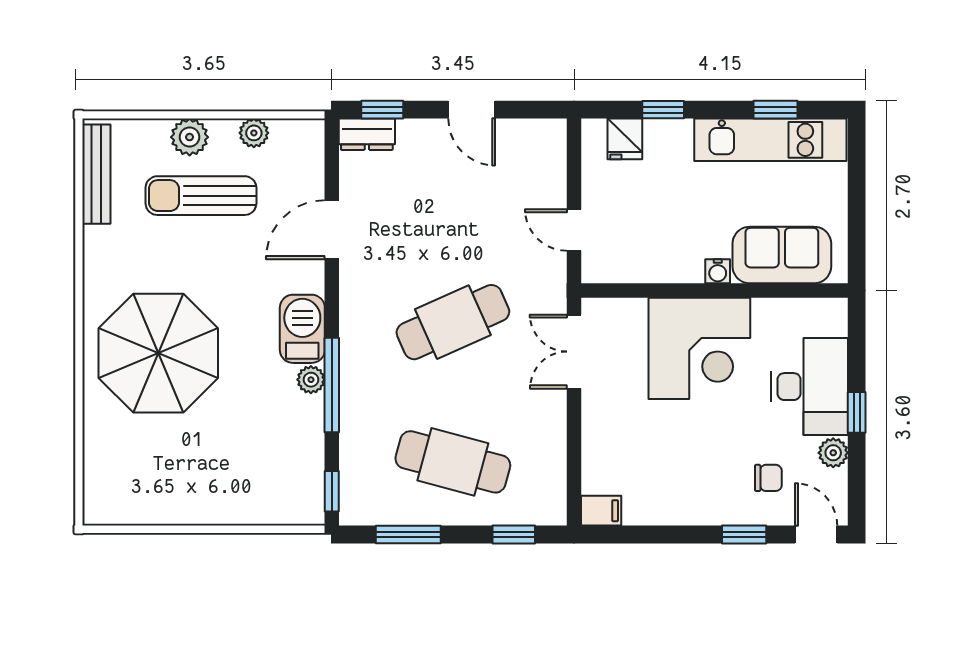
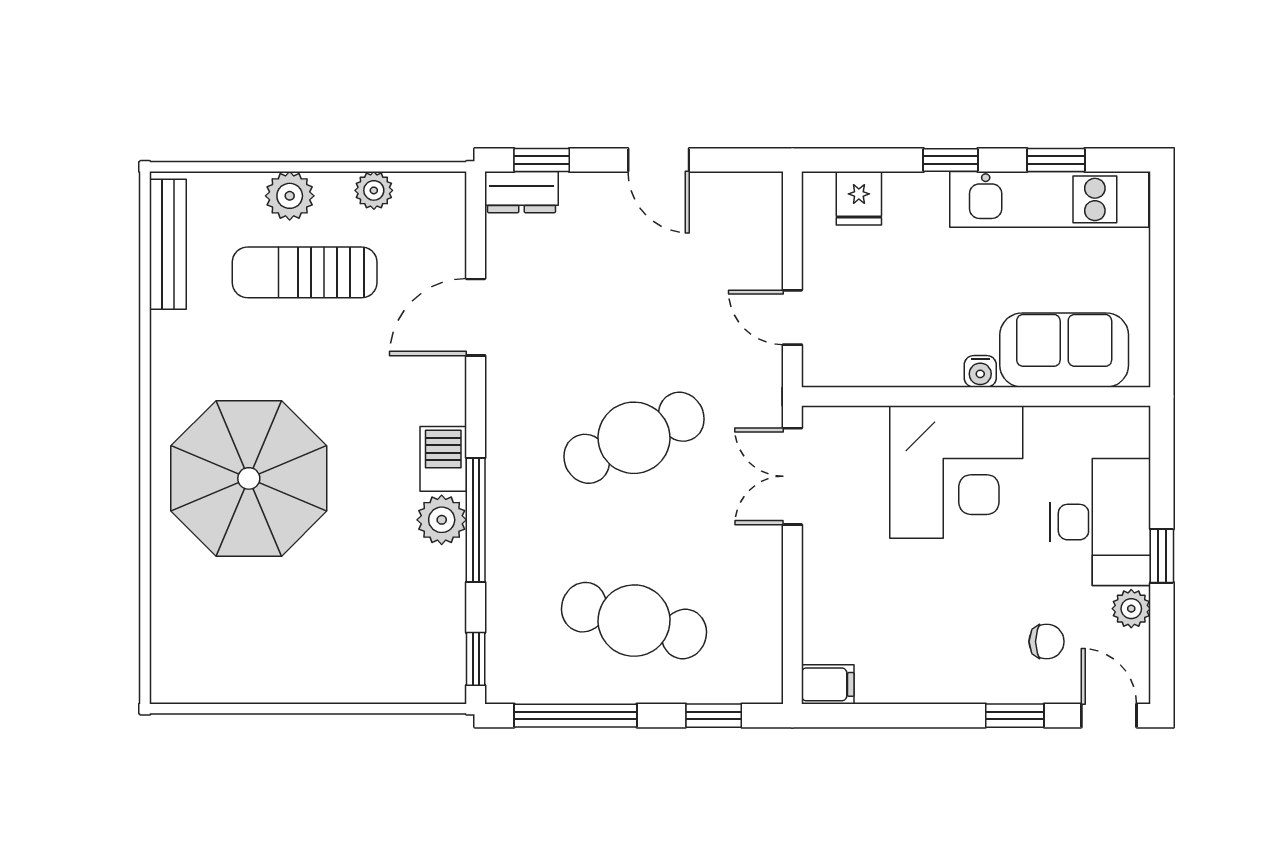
window: (663, 110) -> (951, 160), moved
barbecue: (302, 329) -> (443, 459), width x0.73, depth x0.79
plant: (311, 380) -> (442, 520), width x1.38, depth x1.38
window: (408, 535) -> (576, 716), width x1.44

